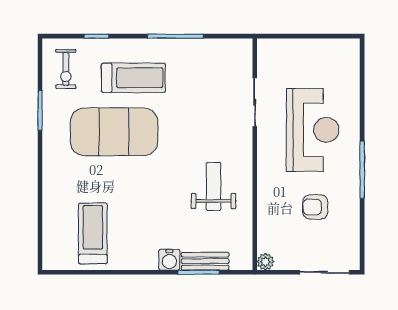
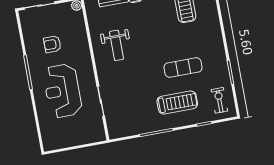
treadmill: (133, 78) -> (177, 102), turned 180
exercise mat: (114, 132) -> (183, 67), width x0.50, depth x0.69
armchair: (315, 207) -> (52, 44), turned 180

